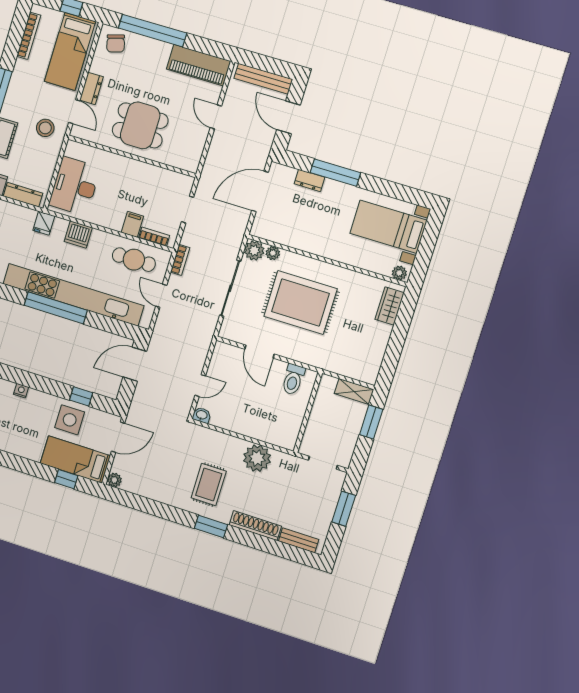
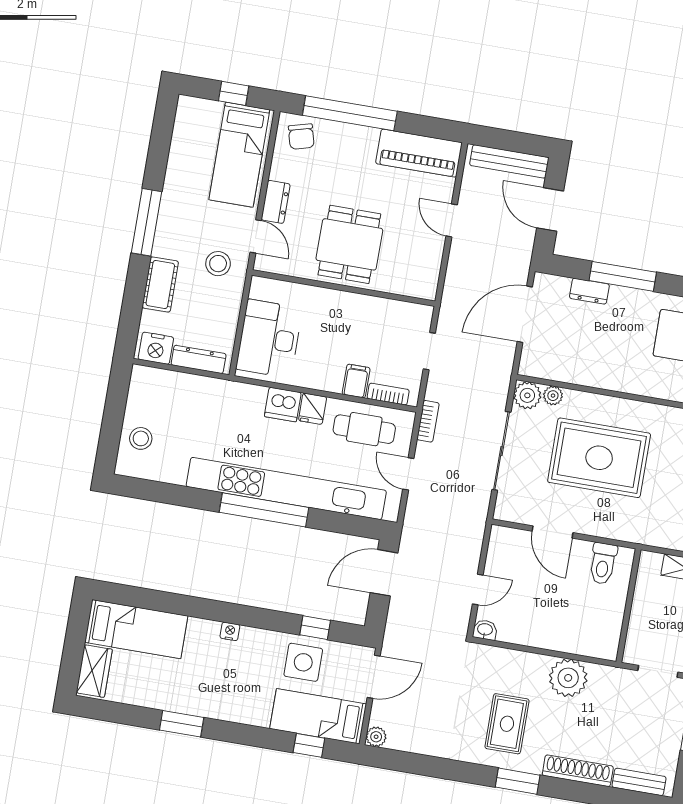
bookcase: (29, 36) -> (179, 140), removed
dining table: (140, 125) -> (349, 244), turned 90
fridge: (44, 223) -> (313, 409), moved

